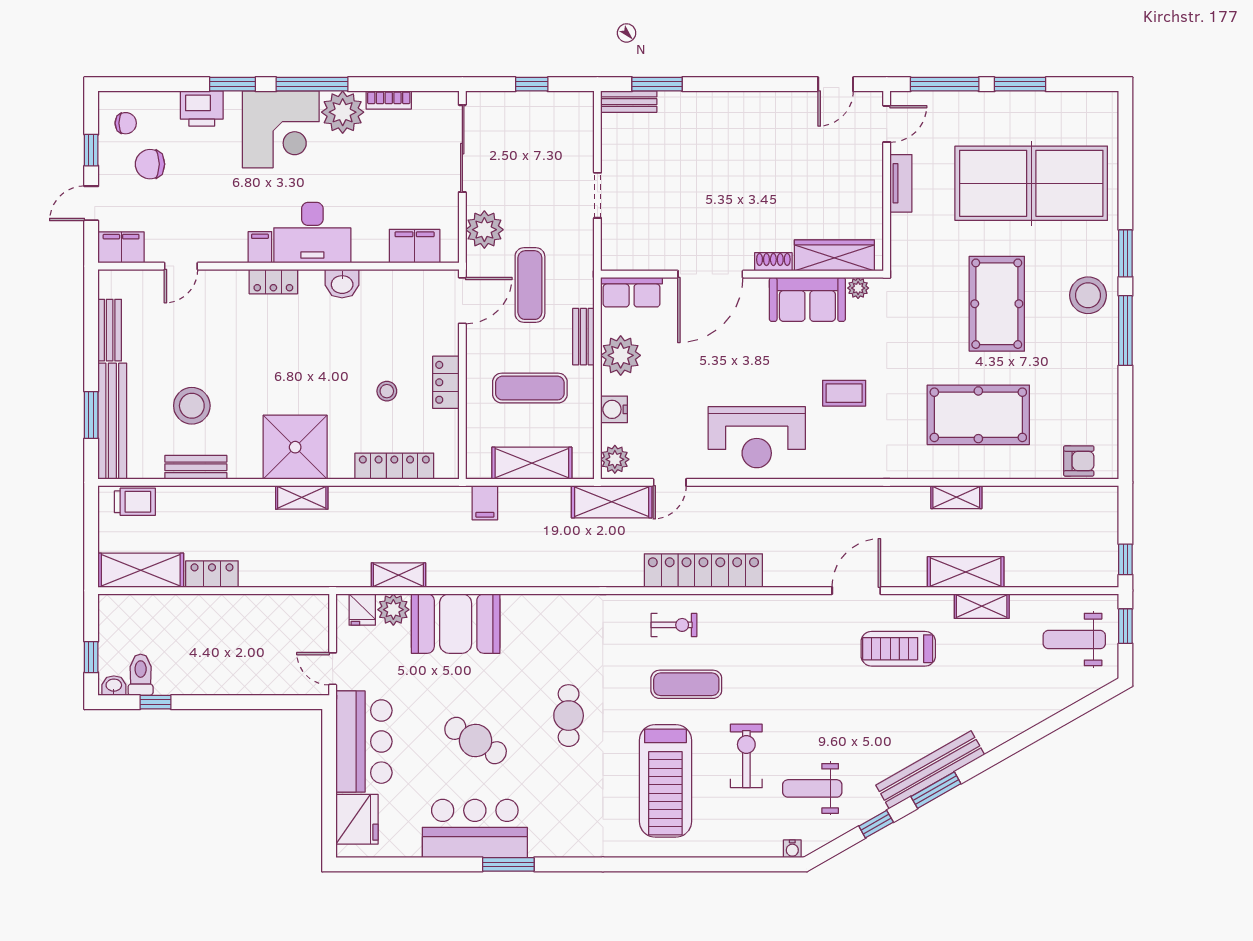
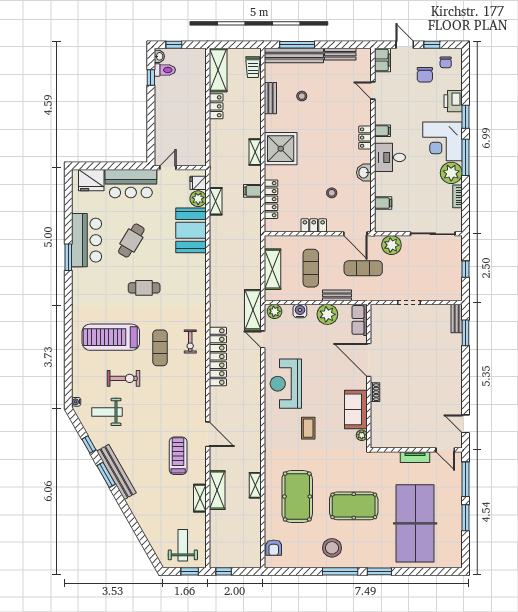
chair: (150, 164) -> (425, 75), turned 180
desk: (312, 233) -> (390, 157), width x0.73
filing cabinet: (415, 246) -> (383, 203), width x0.50
wardrobe: (834, 255) -> (378, 423), removed
stool: (1088, 295) -> (332, 548), moved
stool: (387, 391) -> (332, 193), moved
stool: (192, 406) -> (302, 96), width x0.53, depth x0.53
window: (91, 415) -> (297, 45), width x1.44
filing cabinet: (485, 503) -> (252, 191), moved
weight bench: (812, 788) -> (107, 412), turned -90

